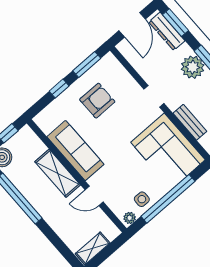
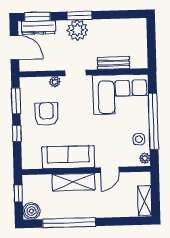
plant: (131, 85) -> (55, 82), added

